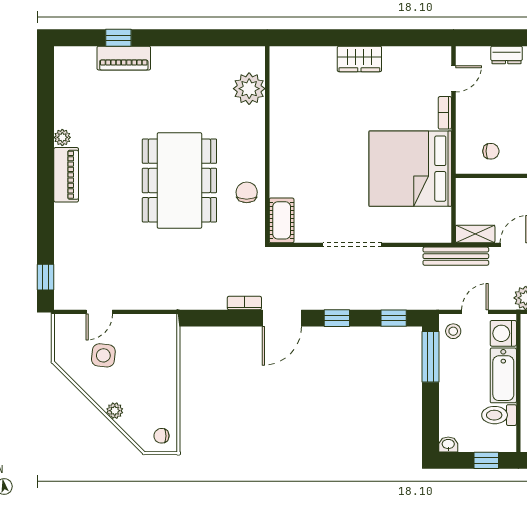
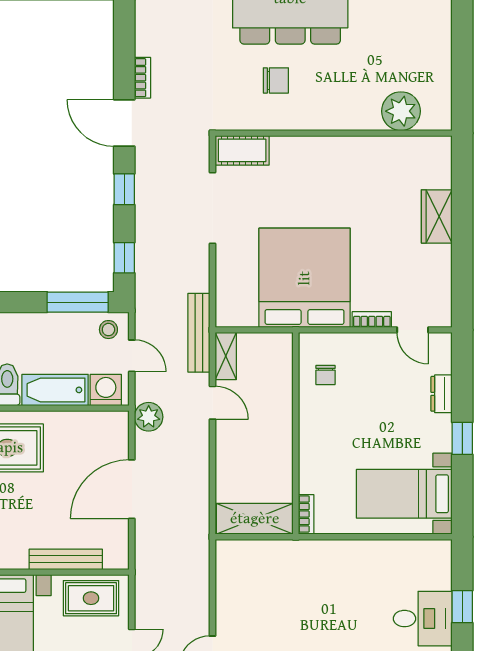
plant: (249, 89) -> (401, 111), moved
wall: (267, 144) -> (334, 133), moved
cot: (282, 220) -> (242, 150), moved

